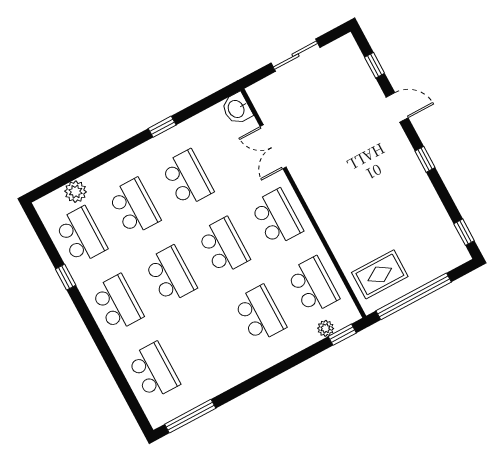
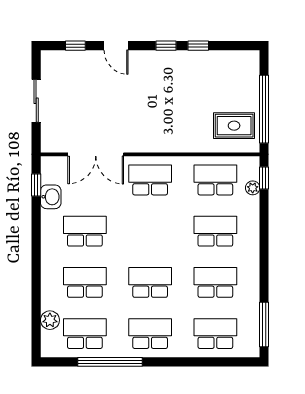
door: (397, 107) -> (116, 46), swing flipped
washbasin: (237, 109) -> (51, 197), moved, turned -90
window: (162, 127) -> (36, 185), moved
double door: (273, 147) -> (96, 154), width x1.37
window: (464, 232) -> (198, 46), moved
school desk: (224, 246) -> (215, 282), moved
rug: (380, 274) -> (234, 126), turned 90
window: (66, 277) -> (110, 362), width x3.17

